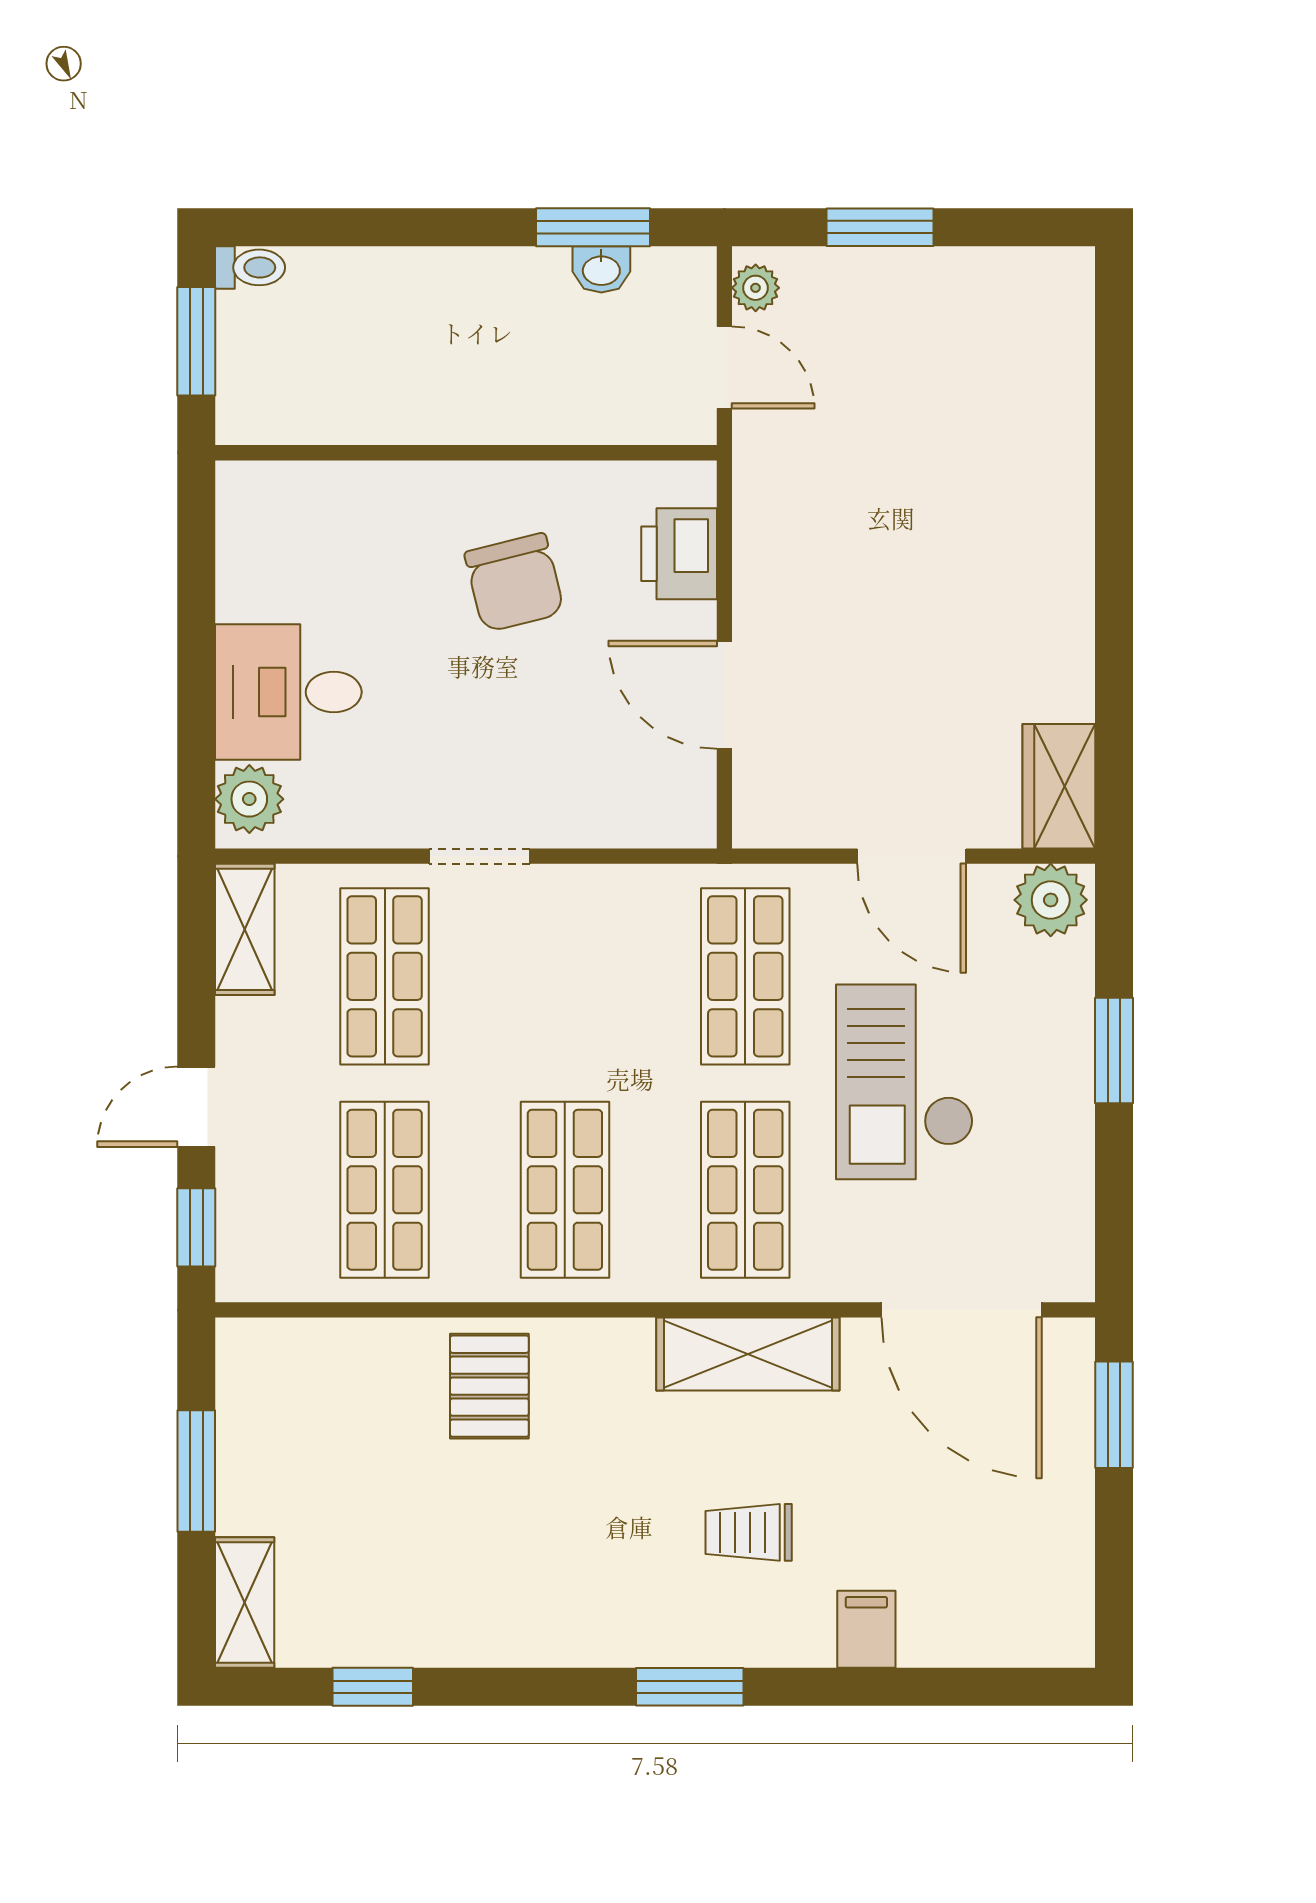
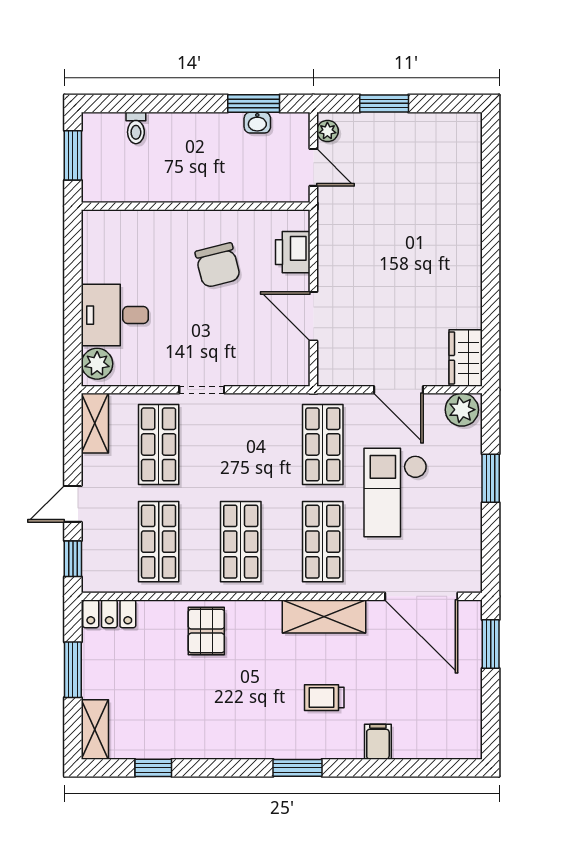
toilet: (250, 267) -> (136, 128), moved, turned 90
locker: (276, 1348) -> (109, 614), added

